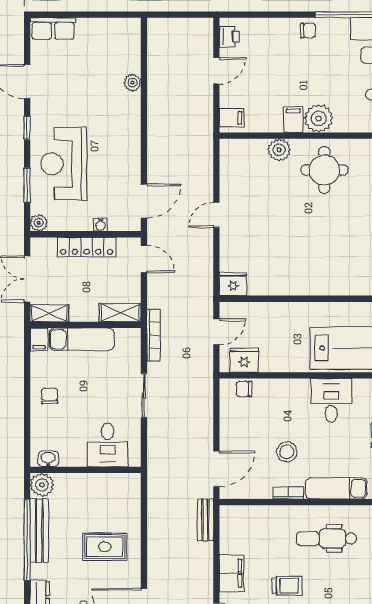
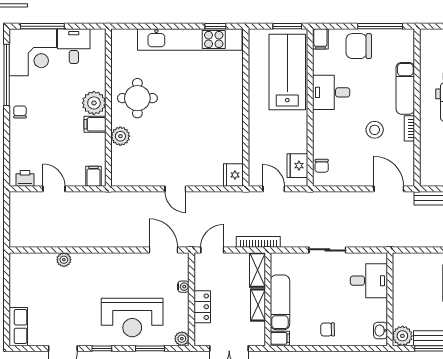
locker: (87, 247) -> (202, 307), width x0.66
shelving: (49, 313) -> (258, 305), moved
bookcase: (154, 335) -> (258, 242), moved

